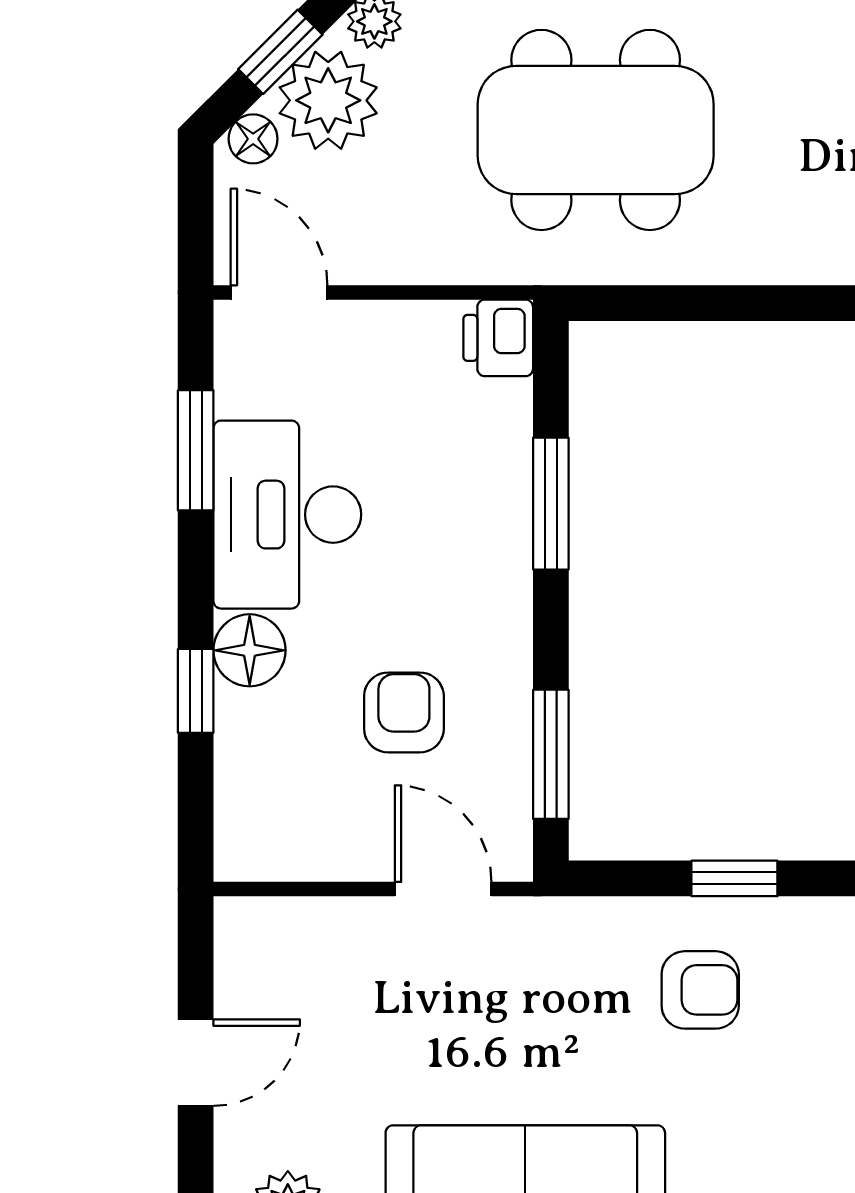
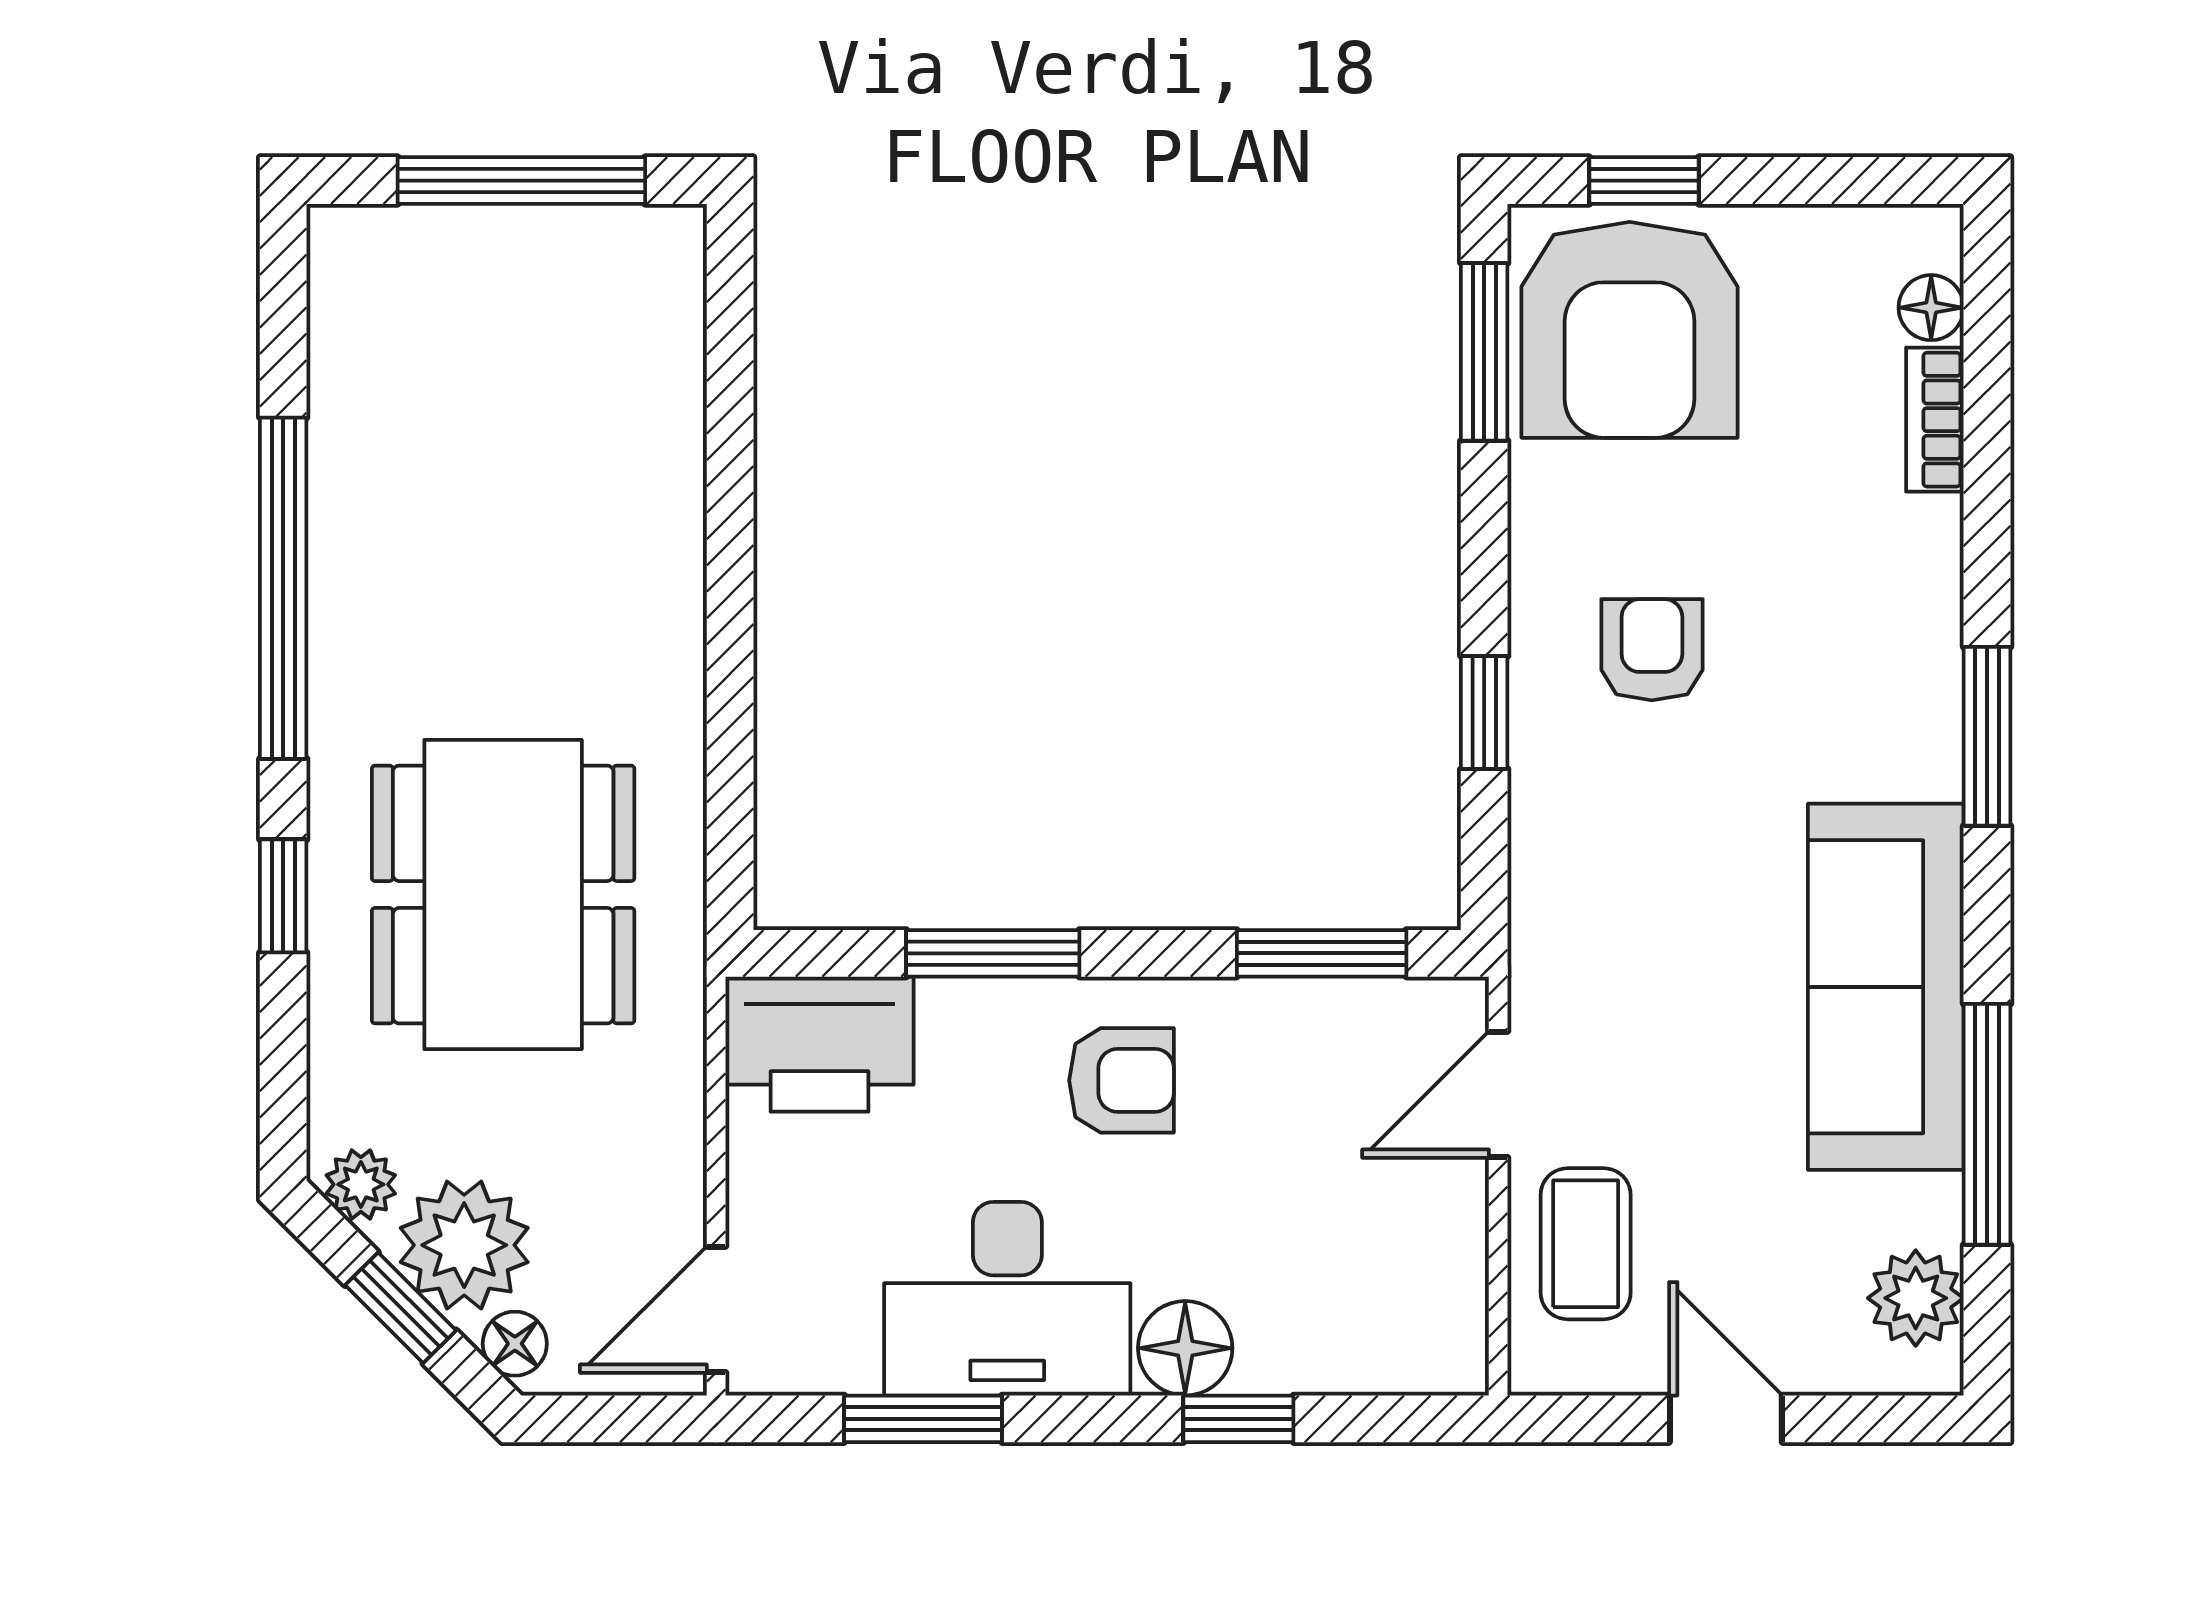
printer: (498, 338) -> (820, 1044), width x1.87, depth x1.48
armchair: (404, 712) -> (1121, 1080), moved, turned 180
coffee table: (329, 956) -> (1586, 1244), added
armchair: (700, 990) -> (1652, 650), moved

